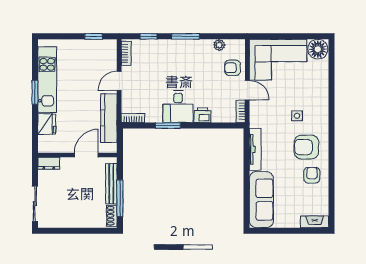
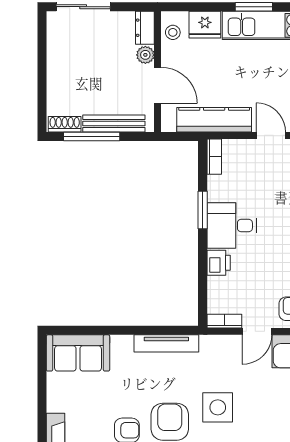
side table: (297, 116) -> (218, 407), width x1.87, depth x1.87
stool: (52, 145) -> (173, 32), added
plant: (66, 163) -> (145, 55), added
sofa: (261, 200) -> (78, 353), width x0.73

